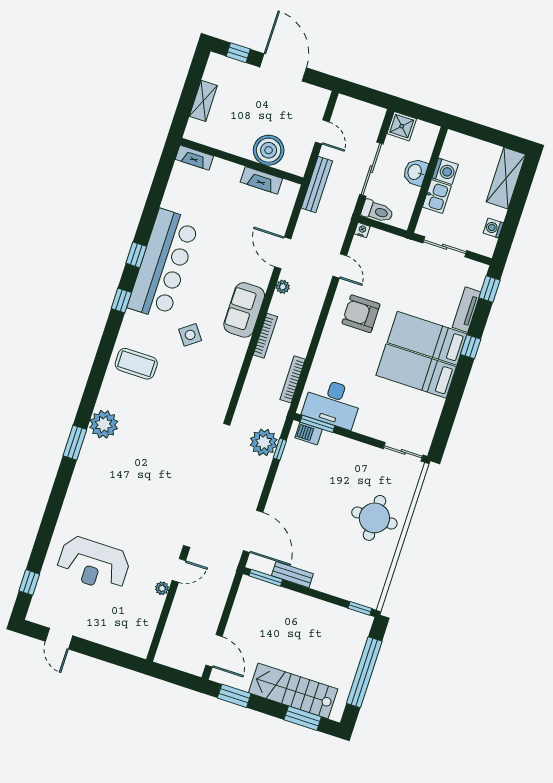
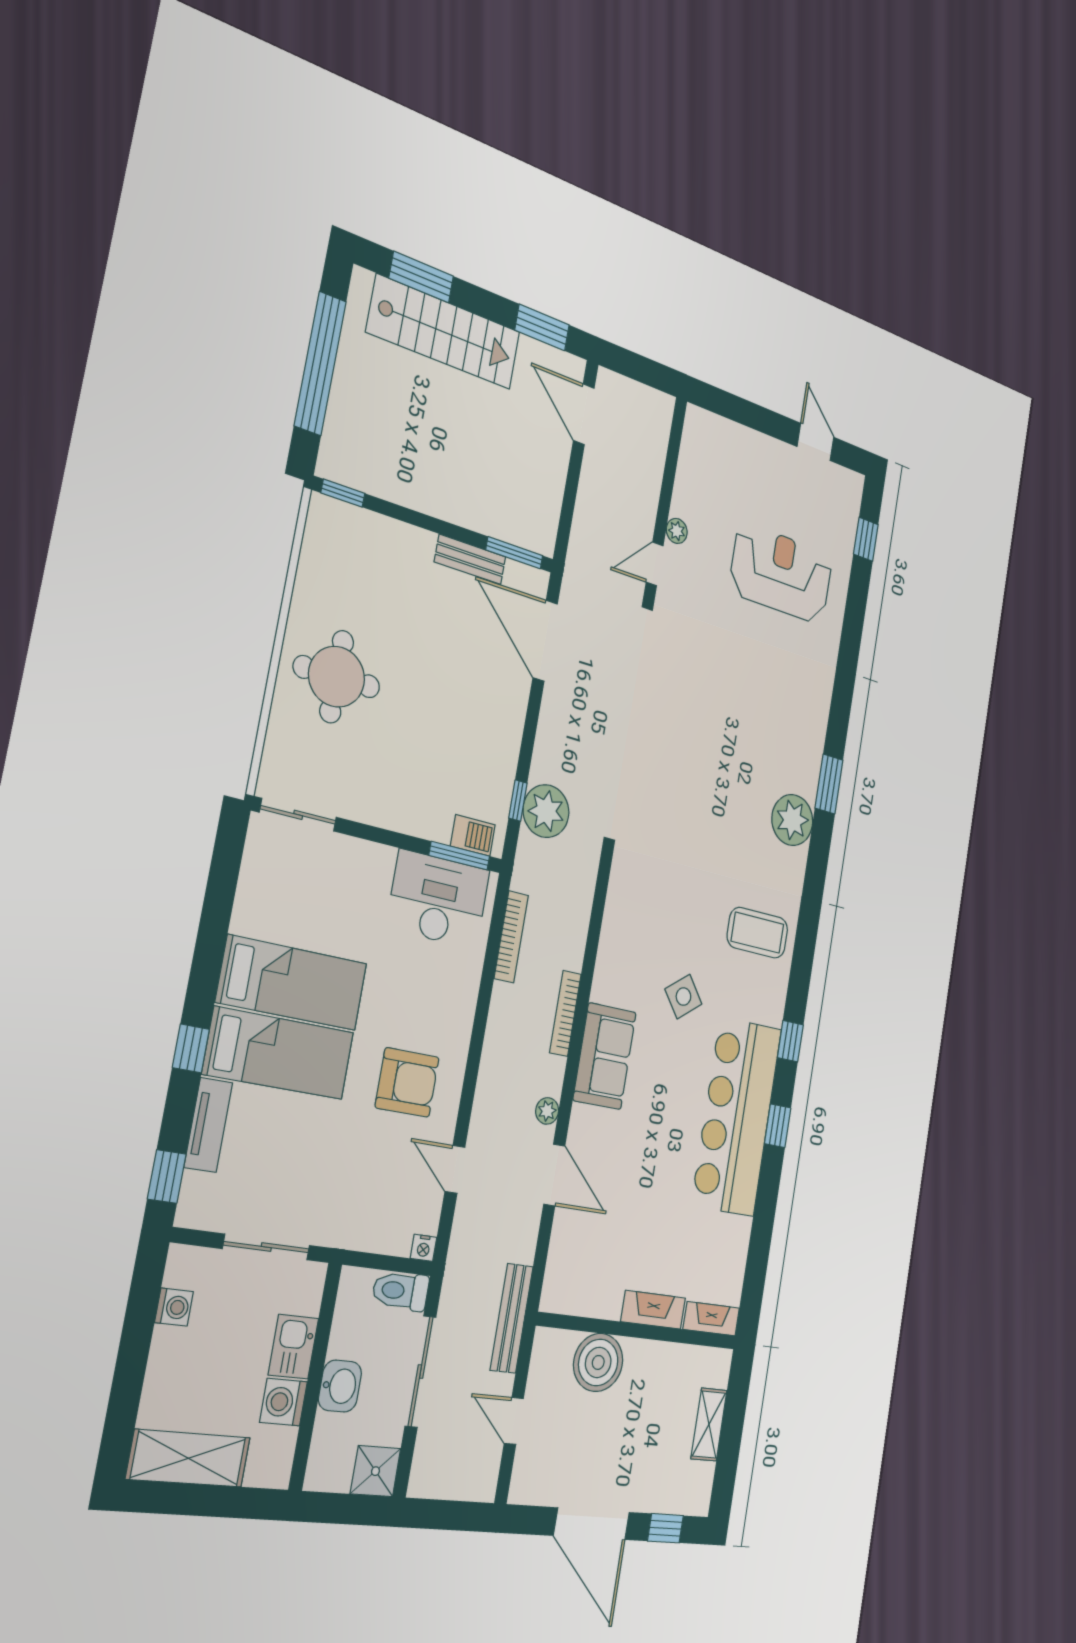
shelving: (506, 178) -> (188, 1458), moved, turned 90
fireplace: (261, 180) -> (653, 1310), moved

